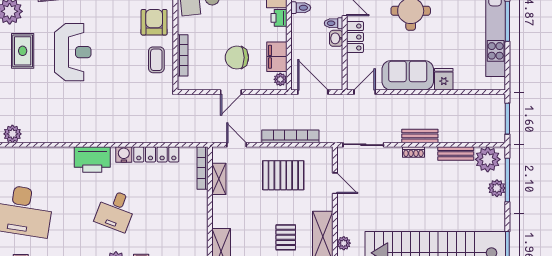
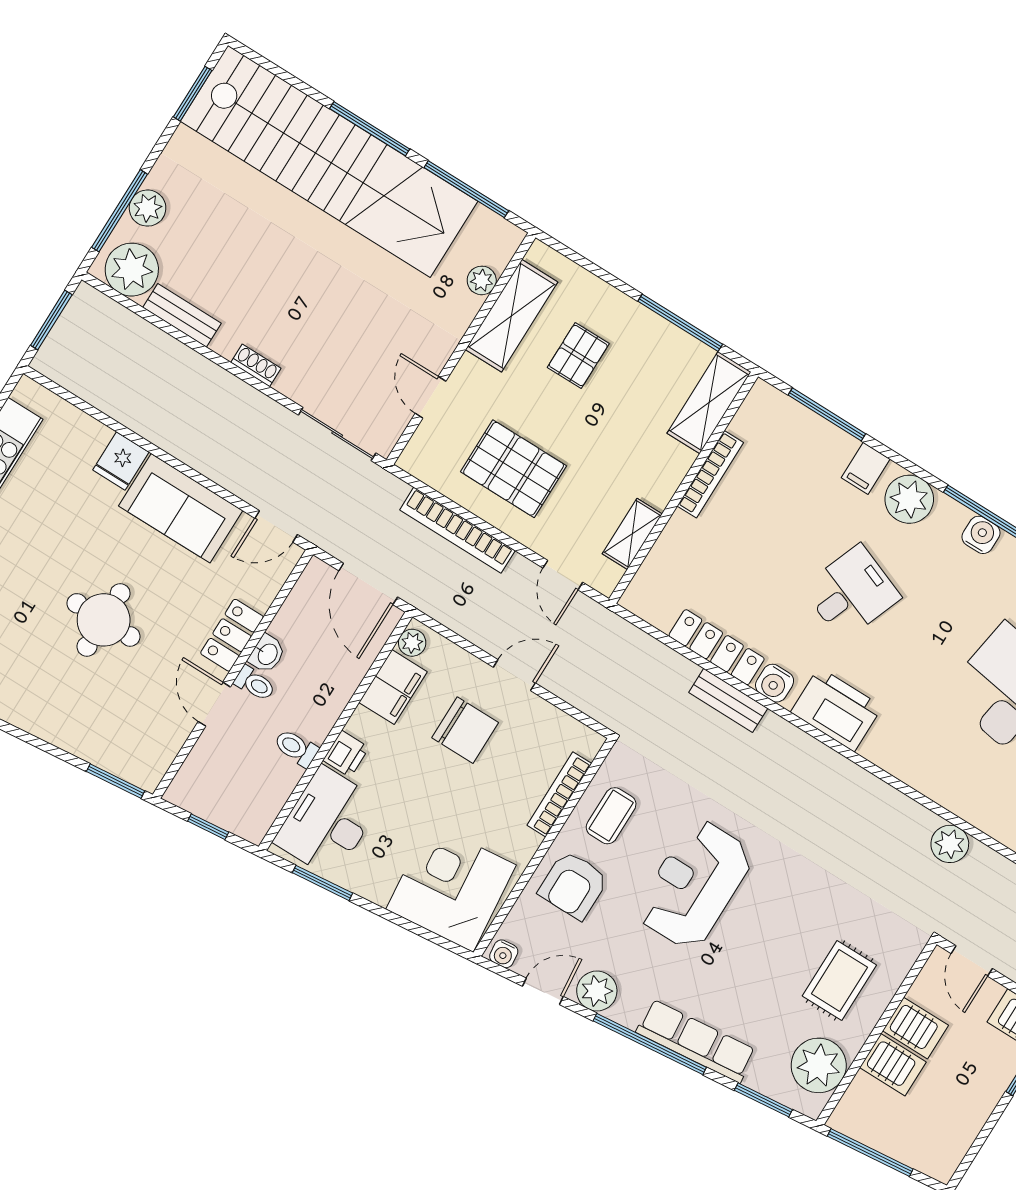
reception desk: (73, 52) -> (695, 884), moved
bench: (420, 136) -> (728, 700), moved
bookcase: (202, 168) -> (710, 474), moved

